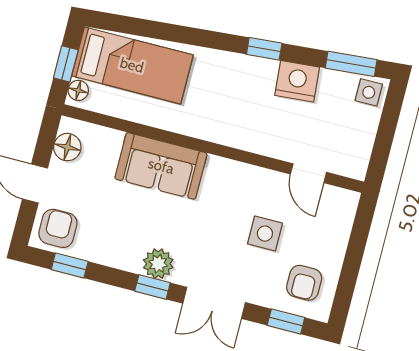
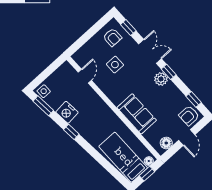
armchair: (304, 283) -> (112, 37), turned 90

